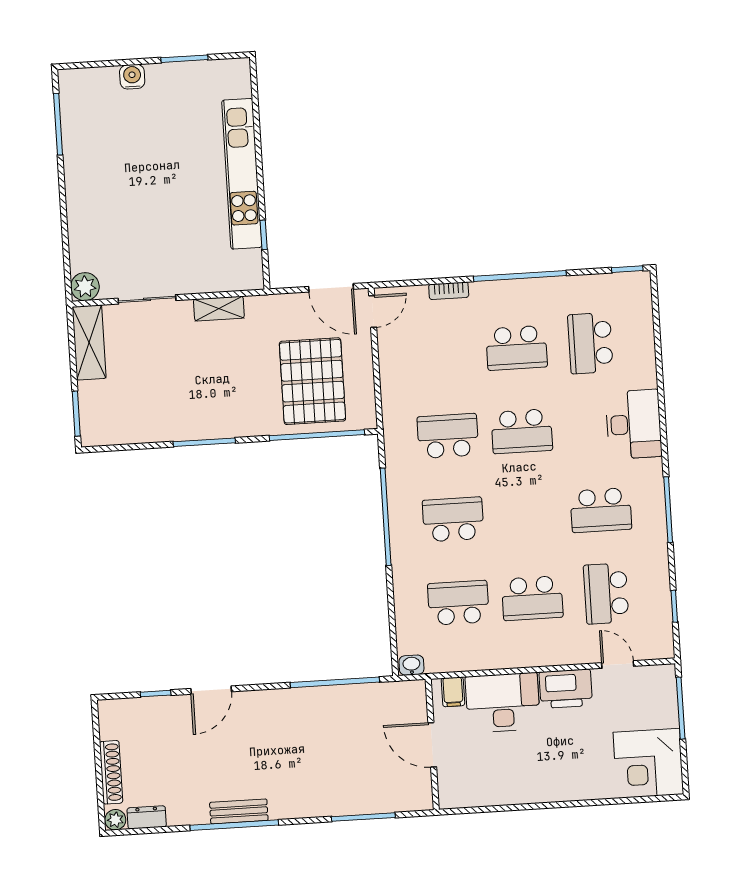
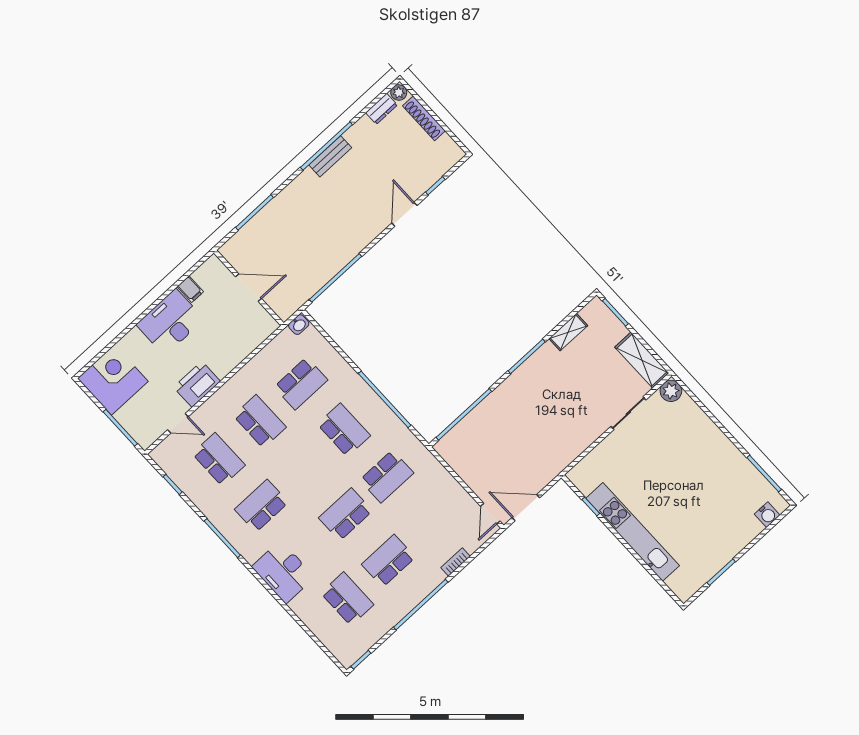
water cooler: (132, 77) -> (767, 515), moved
shelving: (219, 309) -> (568, 332), moved
pallet: (312, 381) -> (492, 444), removed
school desk: (453, 519) -> (344, 430), turned -90
school desk: (532, 598) -> (260, 421), turned 90
filing cabinet: (453, 692) -> (190, 289), moved, turned 180
desk: (503, 703) -> (170, 322), moved, turned 180

